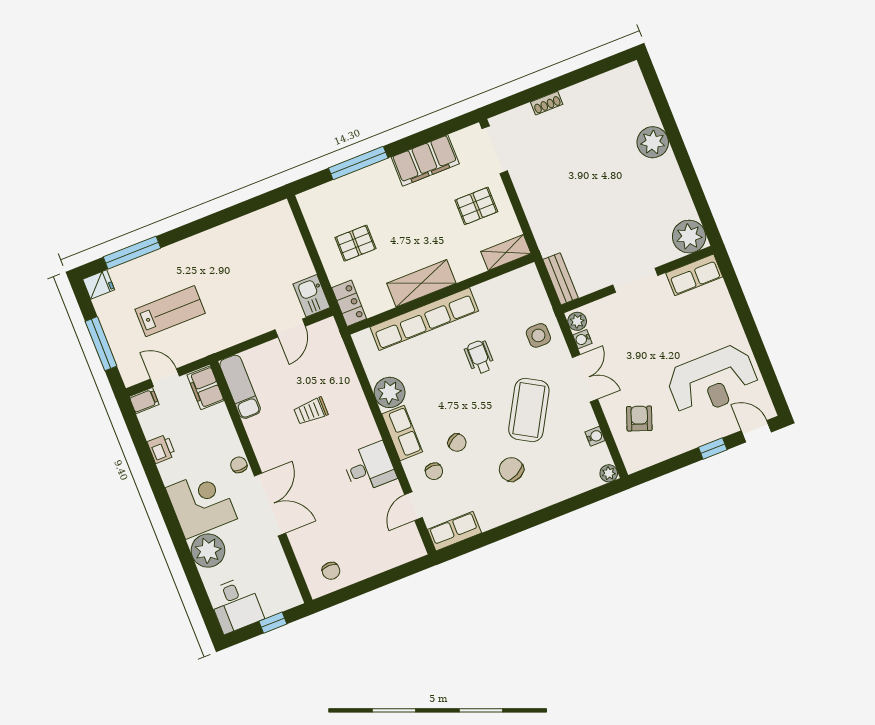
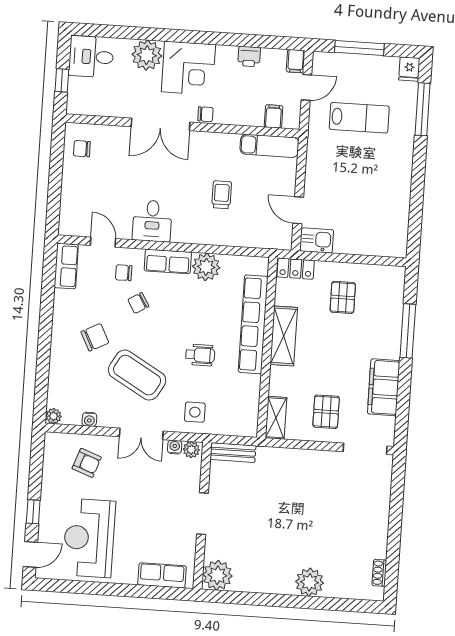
shoe rack: (547, 103) -> (379, 573), moved
row of seats: (694, 275) -> (162, 575), moved, turned 90
lab bench: (170, 311) -> (359, 118), turned -90
filing cabinet: (206, 388) -> (274, 116), width x0.50

